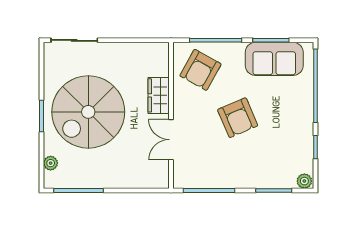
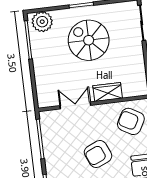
spiral stairs: (88, 112) -> (89, 40), width x0.73, depth x0.73
plant: (51, 163) -> (42, 22), width x1.87, depth x1.87

